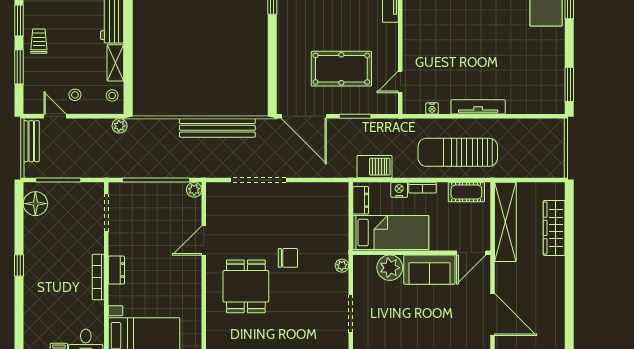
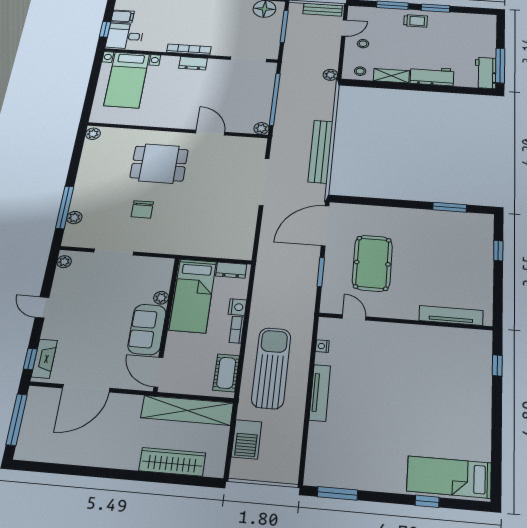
barbecue: (375, 167) -> (247, 439), moved
chair: (288, 258) -> (142, 209), moved
plant: (342, 266) -> (165, 248), removed
plant: (390, 268) -> (161, 298), width x0.53, depth x0.53

